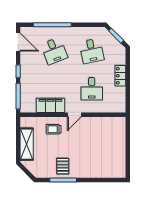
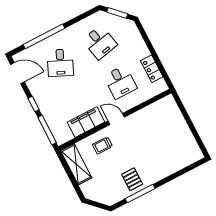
desk: (54, 51) -> (60, 63), turned 45
locker: (120, 76) -> (152, 69), moved
door: (74, 115) -> (116, 119), swing flipped
shelving: (27, 144) -> (76, 164), moved

